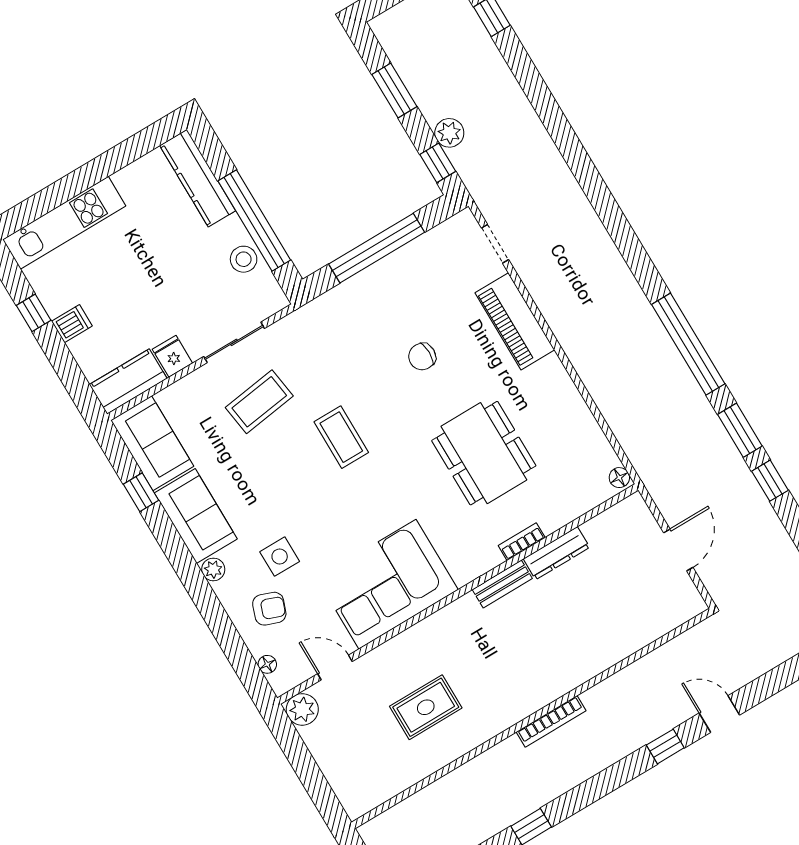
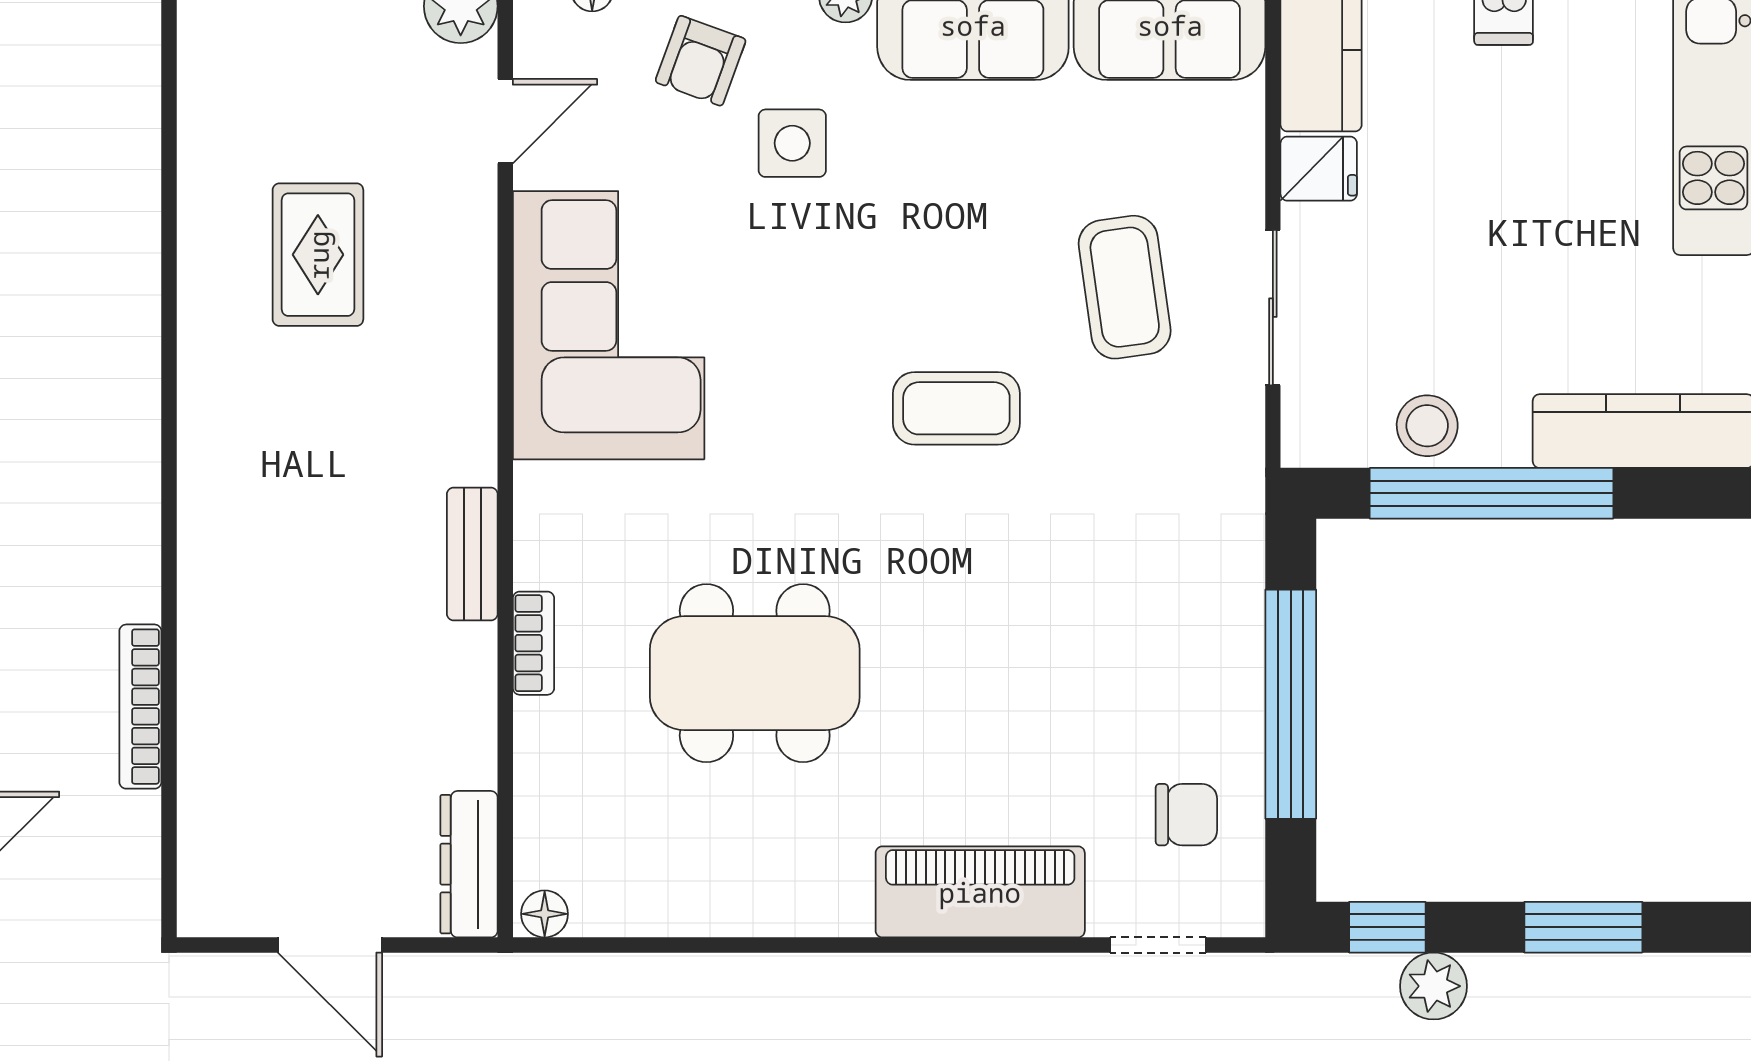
chair: (422, 357) -> (1186, 815), moved, turned 90
dresser: (556, 553) -> (469, 864), moved
bookcase: (551, 721) -> (140, 707), moved

